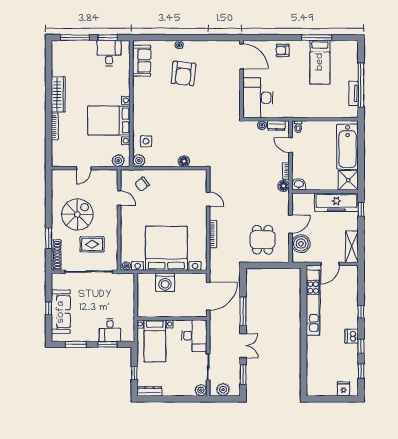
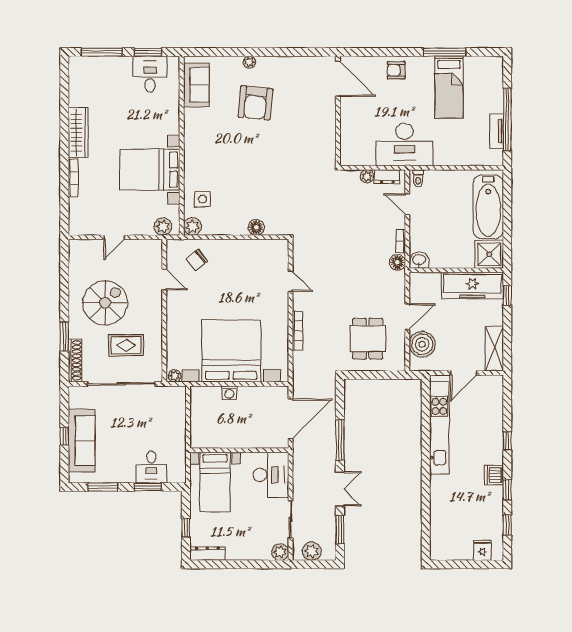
desk: (258, 98) -> (404, 145), moved, turned -90
washing machine: (165, 282) -> (229, 393), width x0.53, depth x0.53

